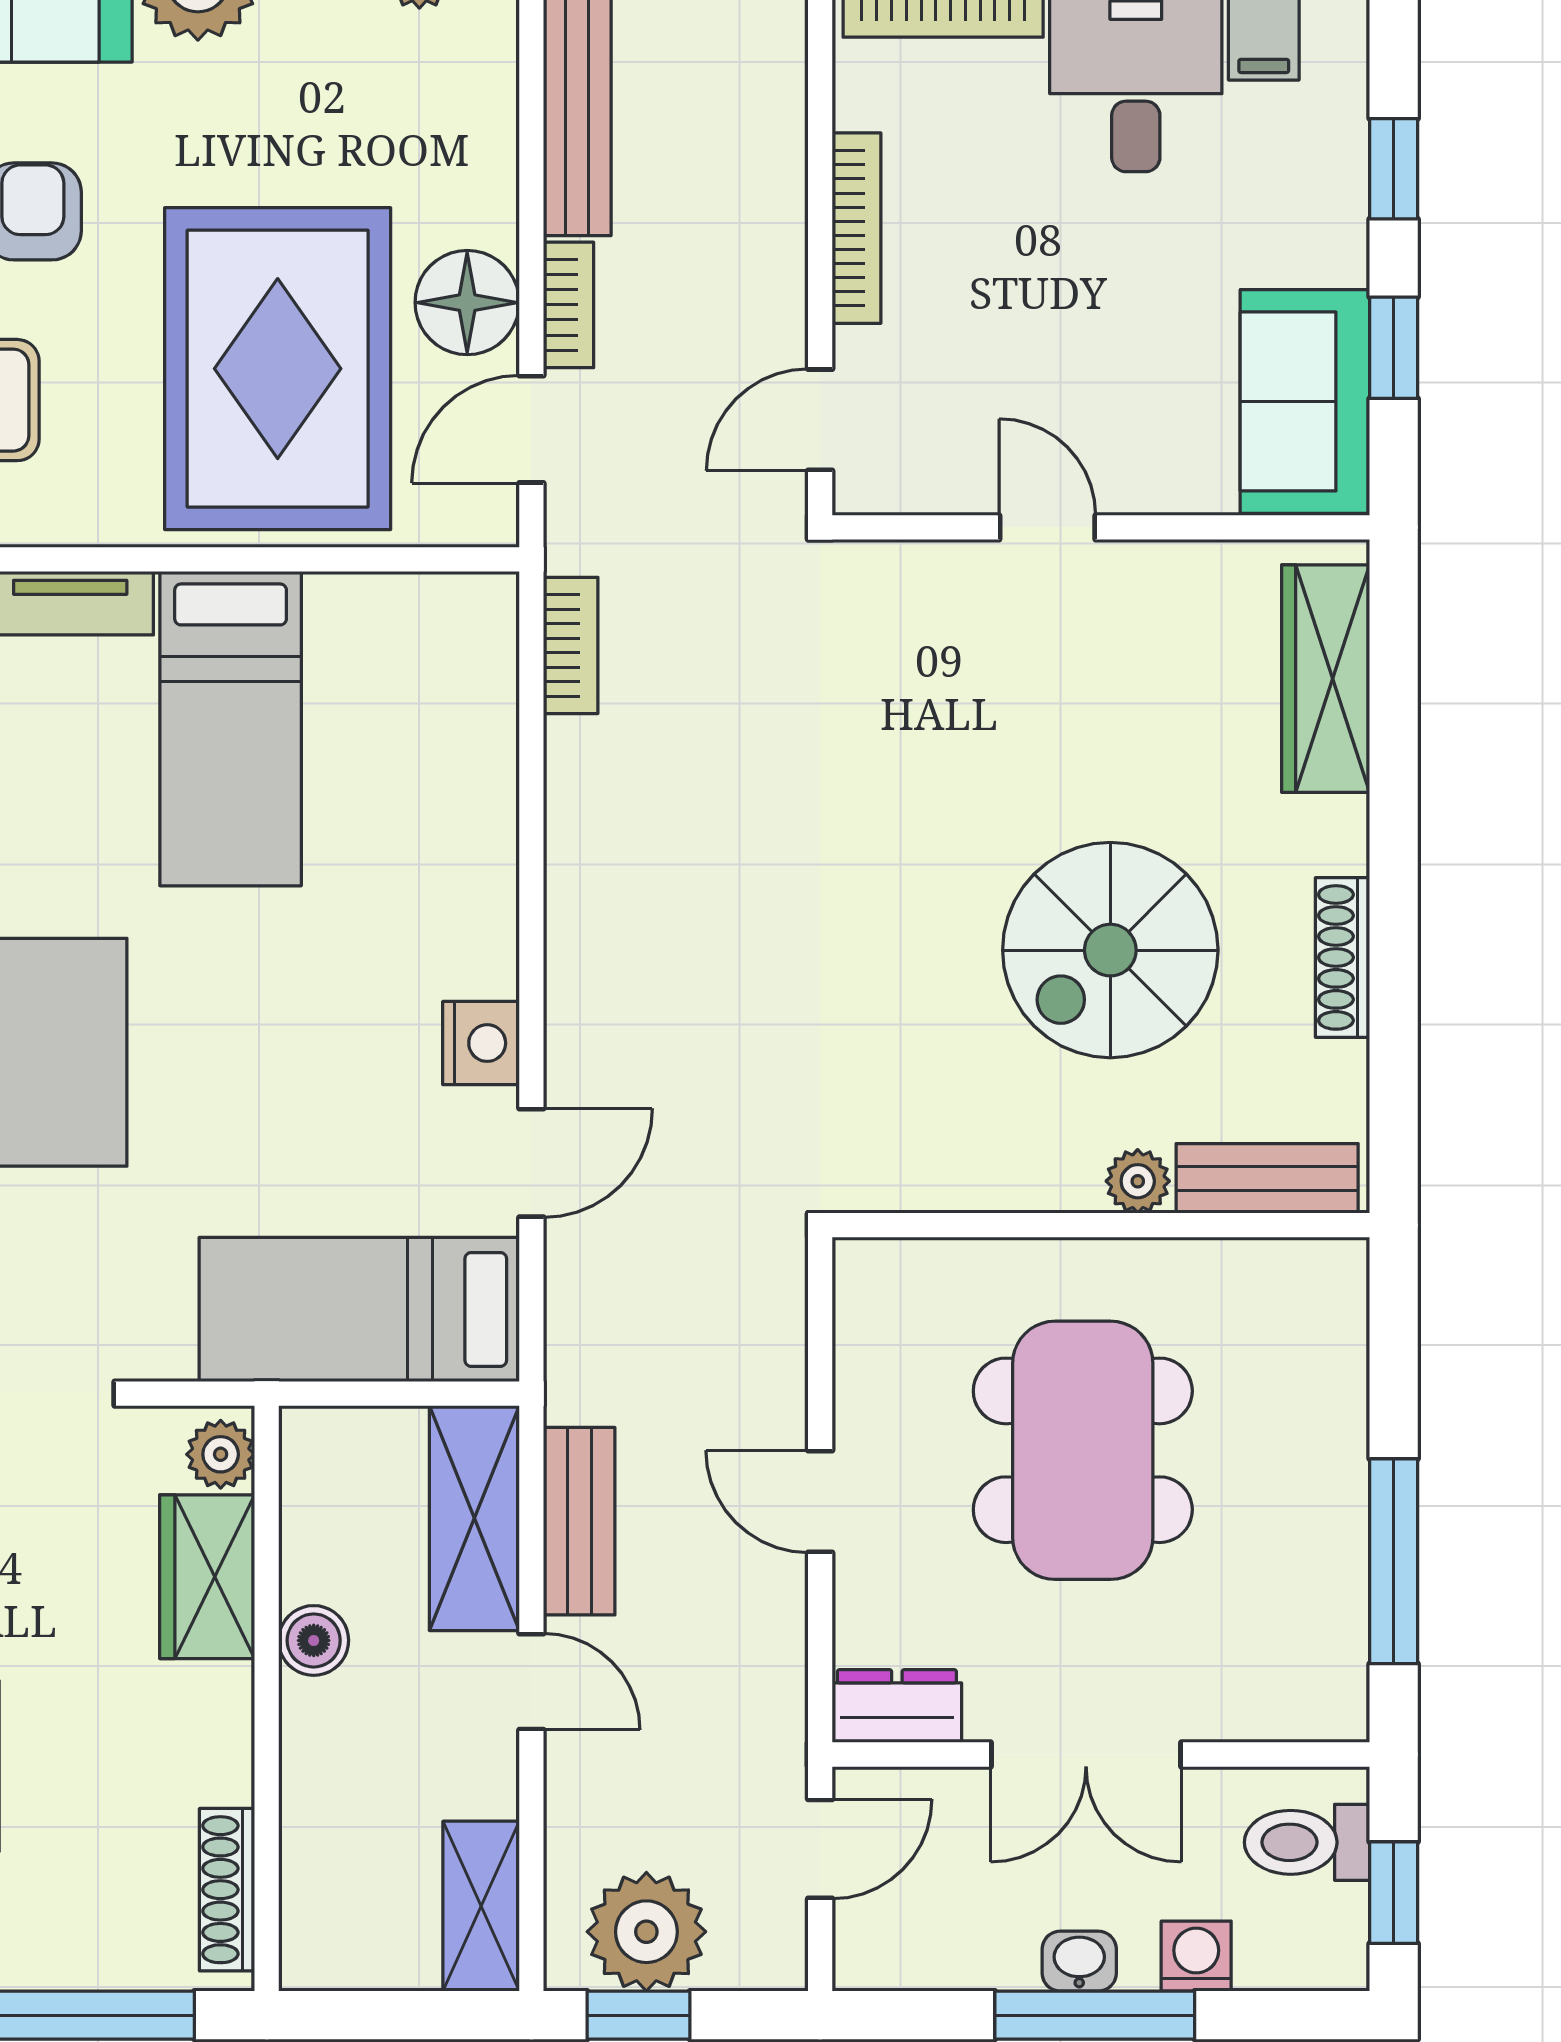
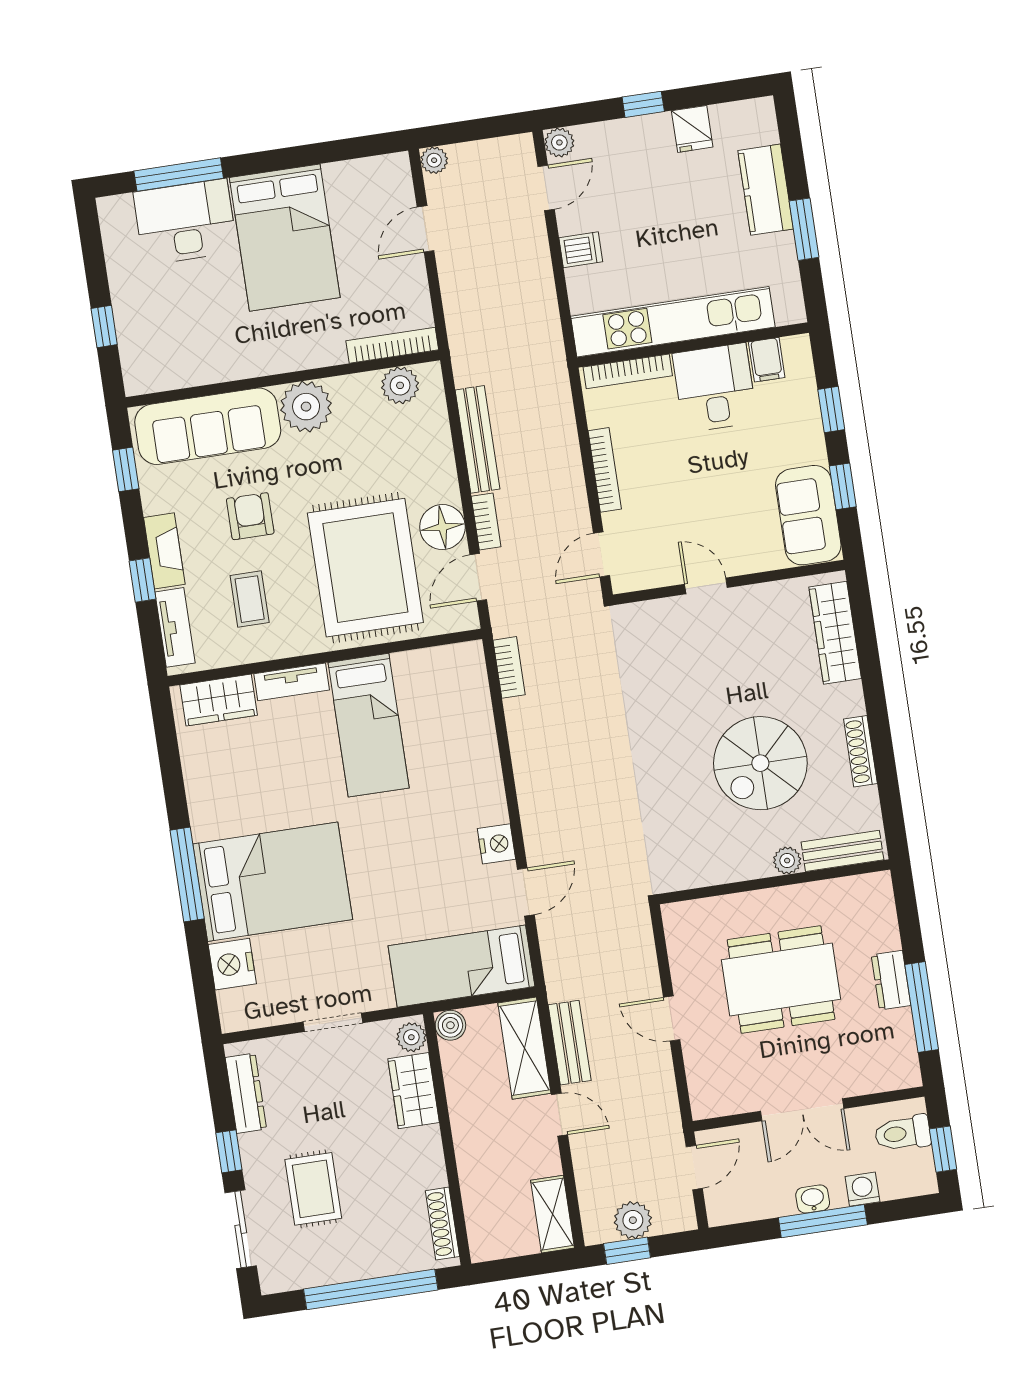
dining table: (1083, 1450) -> (781, 980), turned 90
boiler: (314, 1640) -> (450, 1025), moved
dresser: (897, 1706) -> (891, 980), moved, turned -90
plant: (646, 1932) -> (633, 1220), width x0.73, depth x0.73

